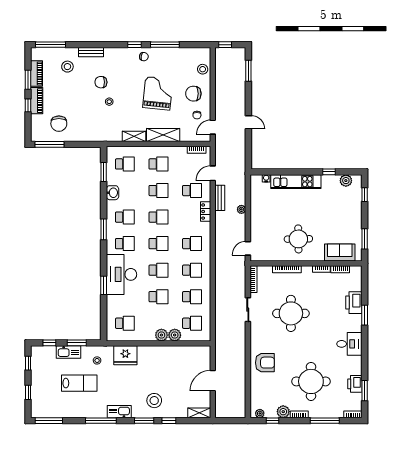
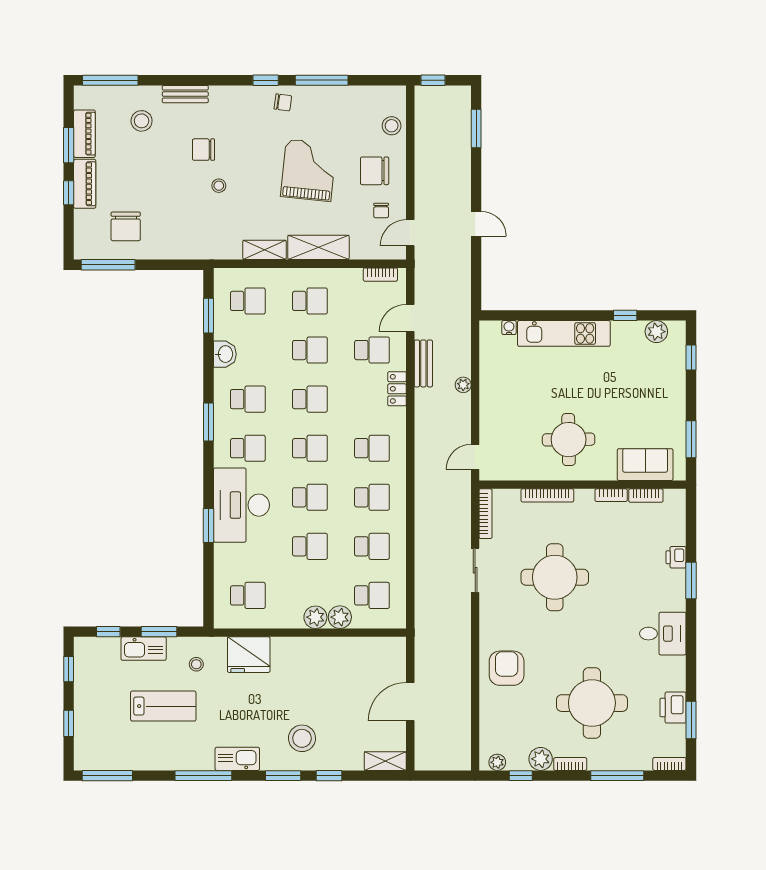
printer: (354, 303) -> (676, 557), width x0.53, depth x0.68
armchair: (265, 363) -> (507, 668), turned -90

